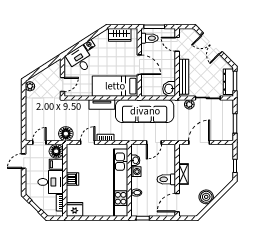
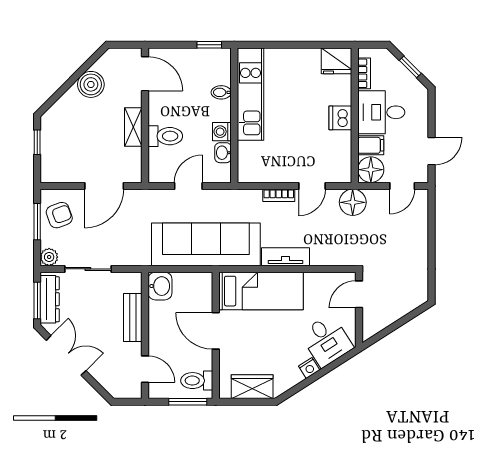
double door: (211, 44) -> (66, 355), moved
bench: (184, 77) -> (133, 317), width x0.73
plant: (30, 86) -> (420, 291), removed
plant: (189, 104) -> (49, 257), moved
armchair: (223, 127) -> (59, 215), added
toilet: (166, 179) -> (165, 136), moved
kitchen unit: (121, 183) -> (251, 94), width x0.73
door: (177, 203) -> (145, 74), hinge flipped

